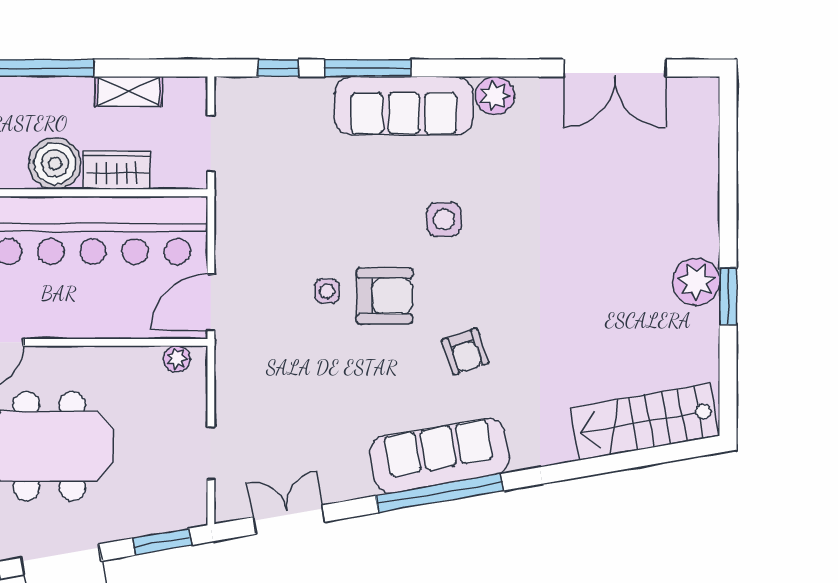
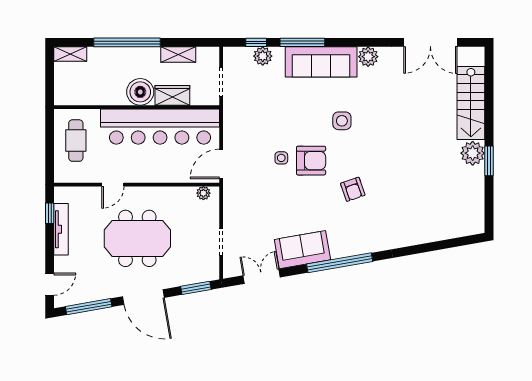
plant: (291, 94) -> (263, 56), added
stairs: (645, 422) -> (471, 103), moved, turned -80
sofa: (440, 455) -> (302, 250), moved, width x0.73

